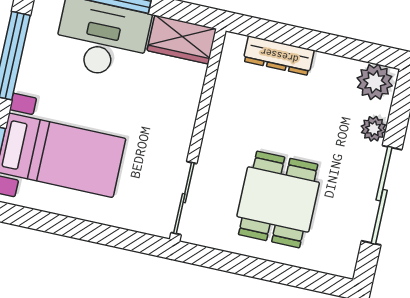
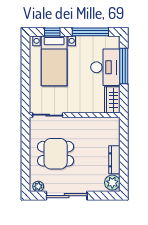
dresser: (279, 56) -> (114, 160), moved
plant: (374, 129) -> (38, 186), moved

